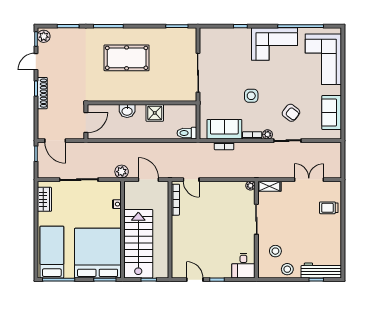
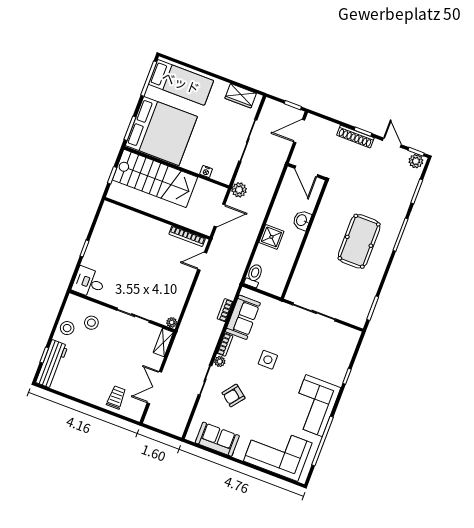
shower: (155, 113) -> (271, 237), moved
double door: (309, 180) -> (154, 388), swing flipped
door: (195, 280) -> (93, 225), removed

